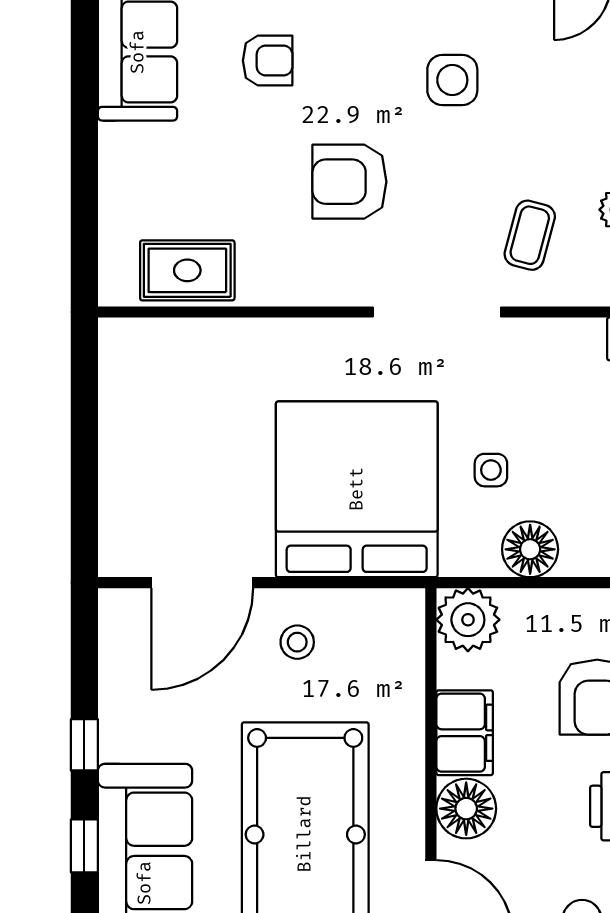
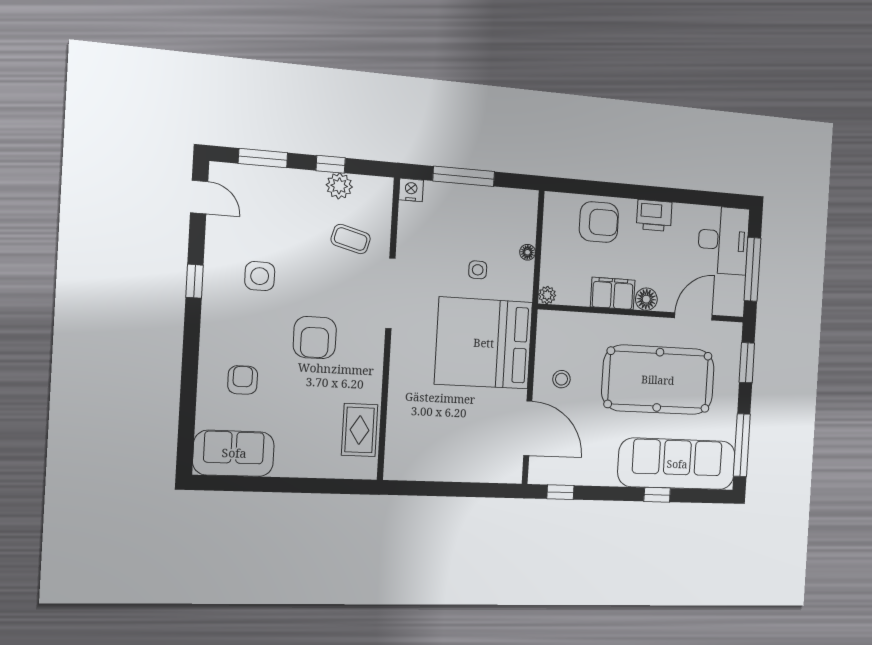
floor lamp: (530, 549) -> (528, 252), width x0.53, depth x0.53
plant: (468, 620) -> (547, 295), width x0.53, depth x0.53
window: (84, 745) -> (560, 492), moved
floor lamp: (466, 809) -> (646, 299), width x0.73, depth x0.73

